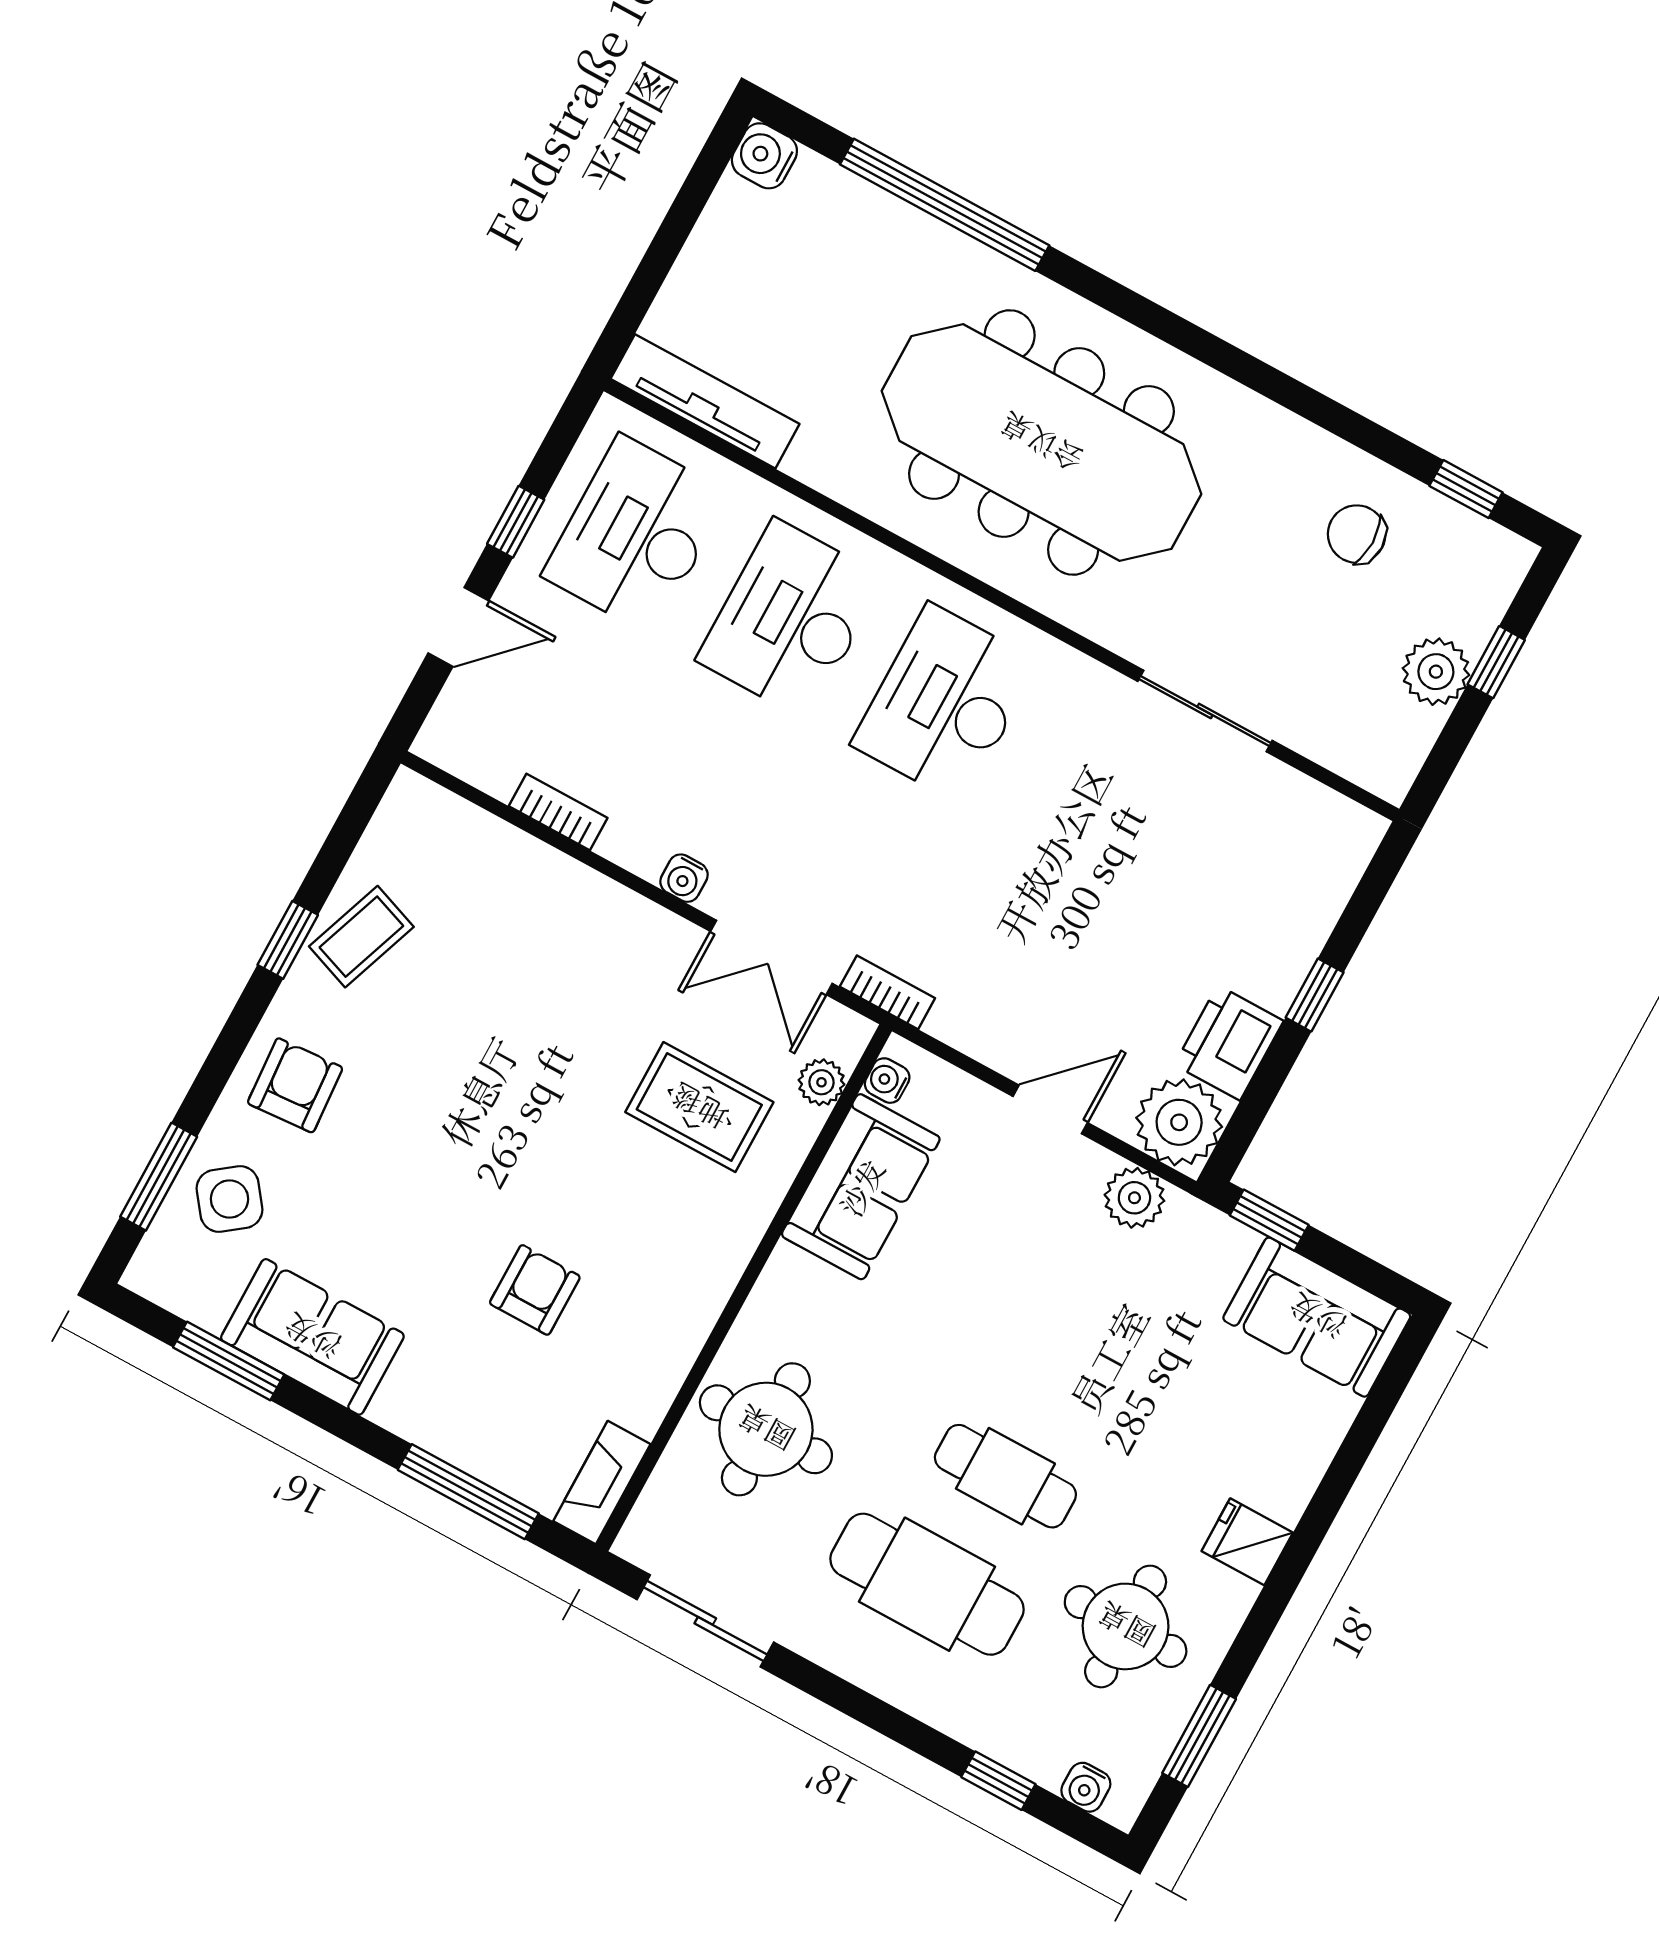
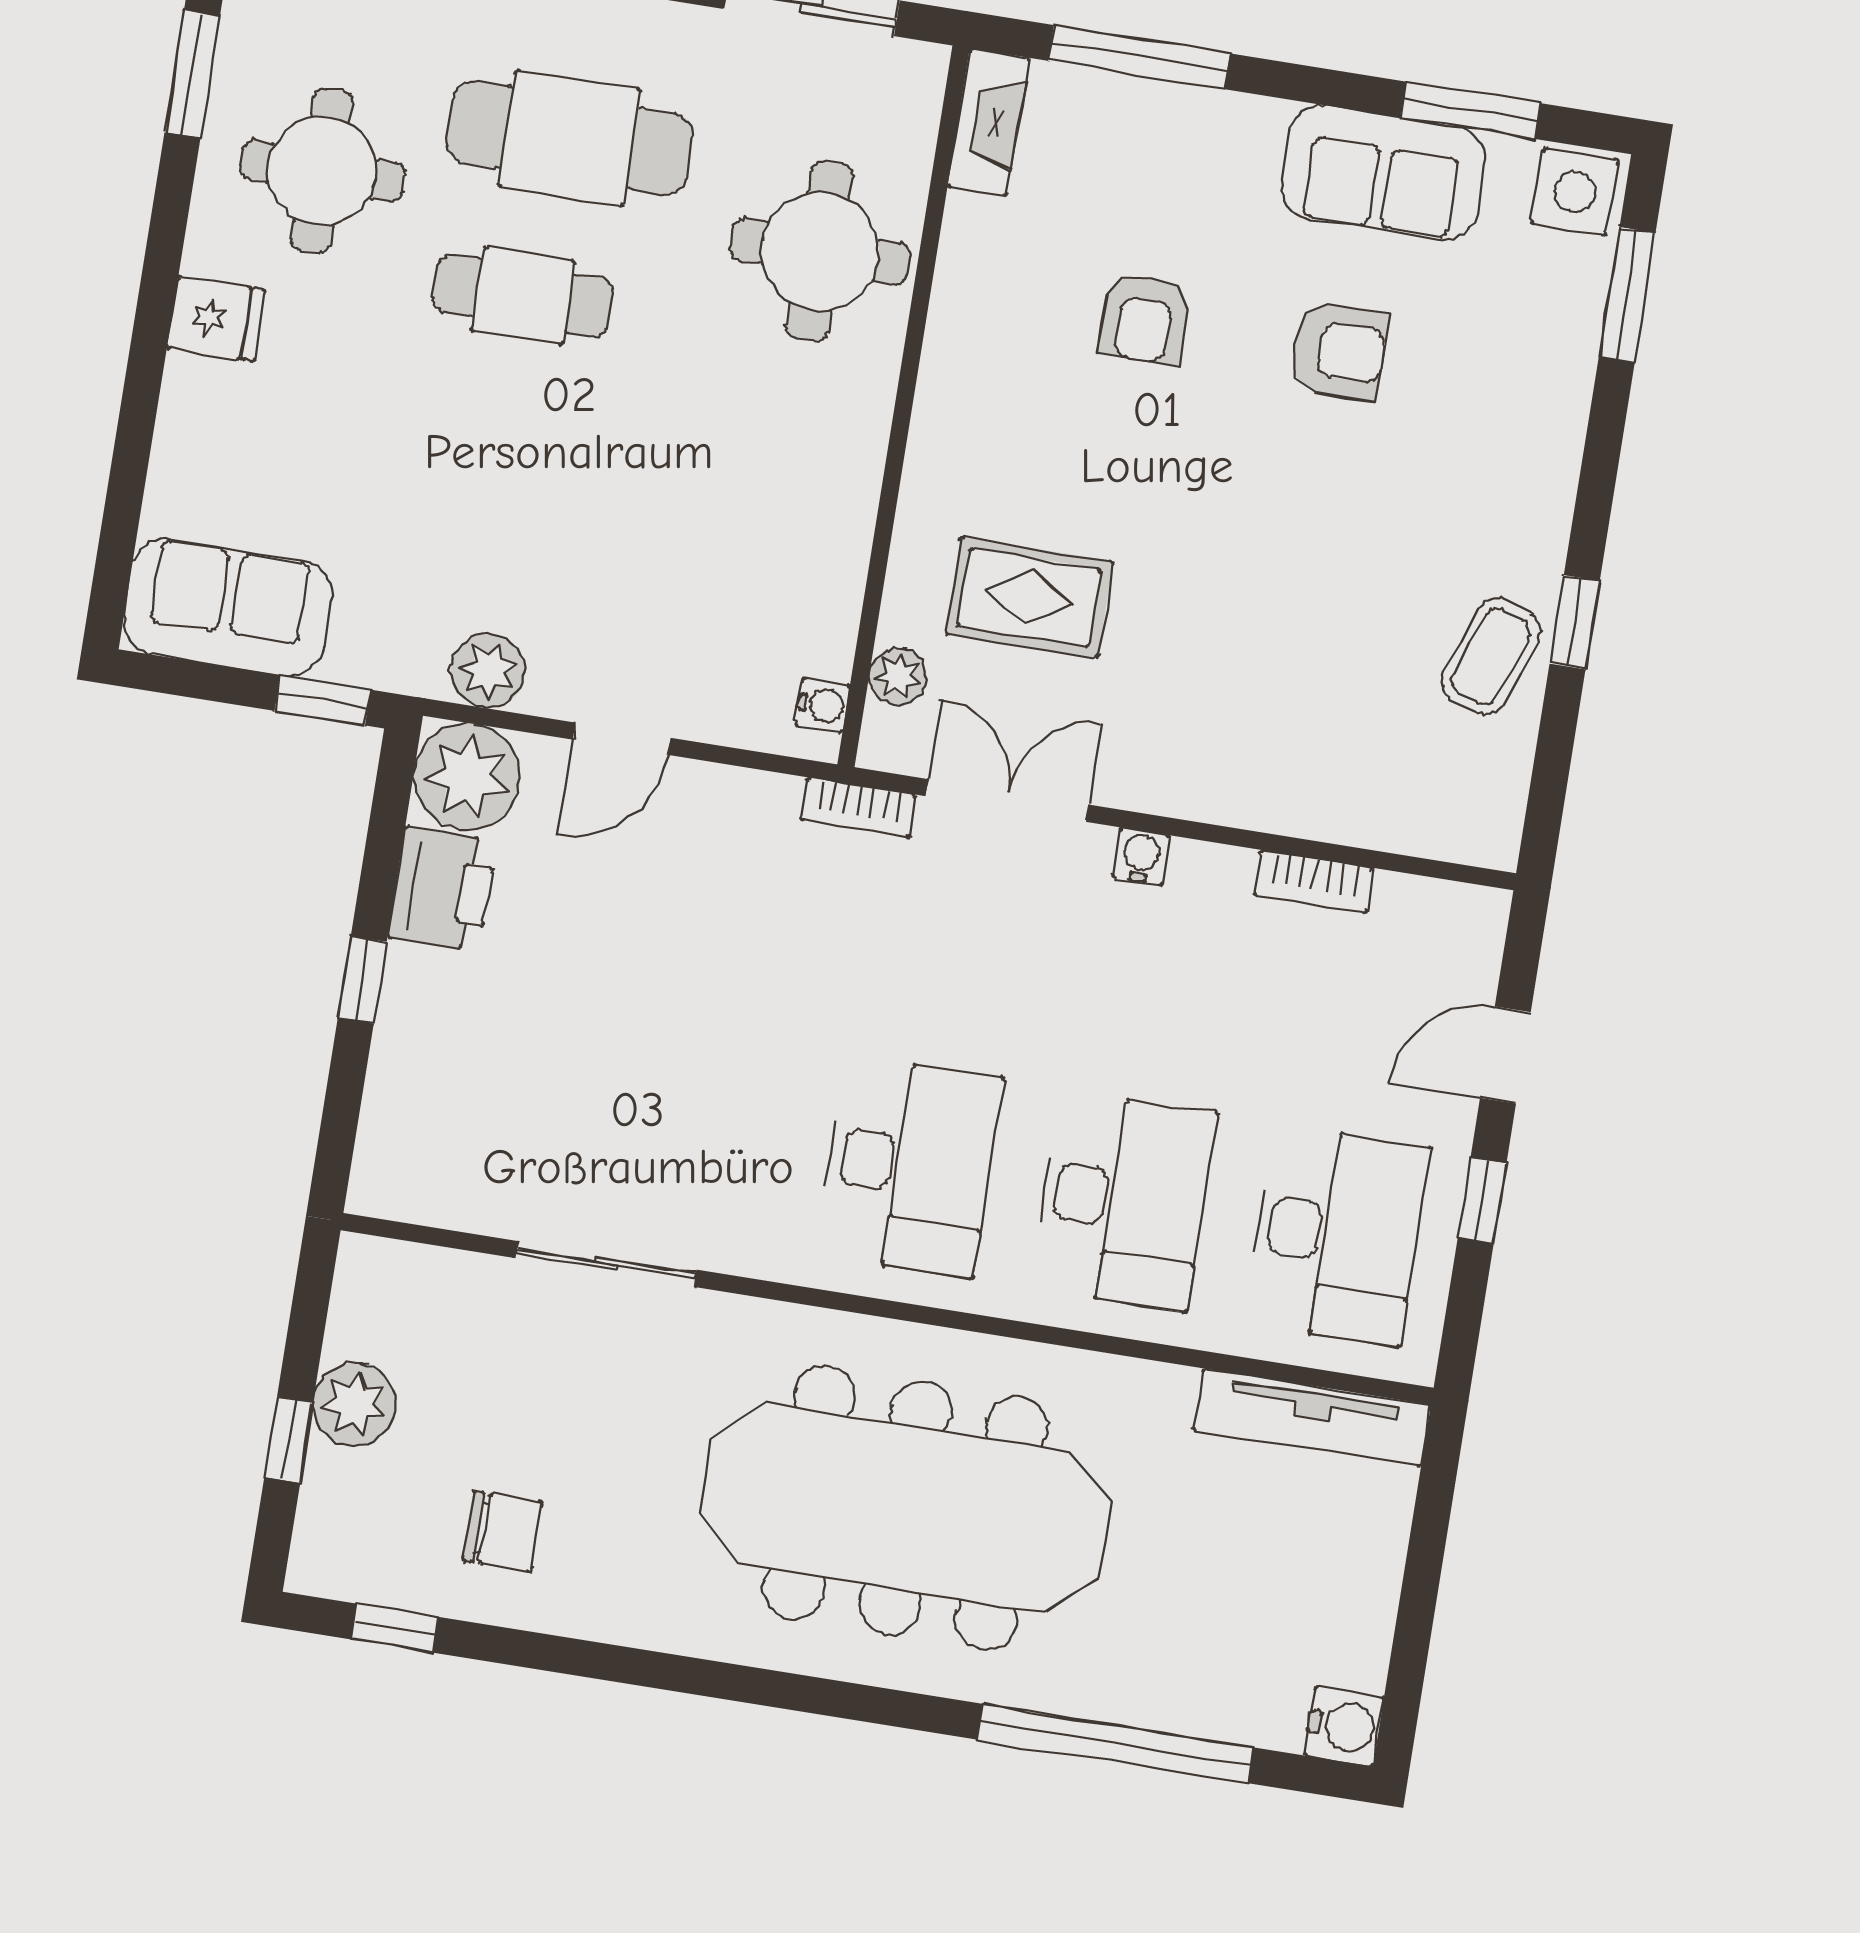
armchair: (295, 1085) -> (1339, 351), moved, turned -86
sofa: (861, 1187) -> (809, 572), removed
side table: (230, 1199) -> (1575, 192), moved, turned 37

